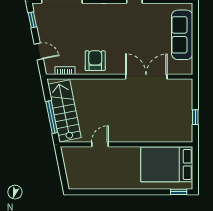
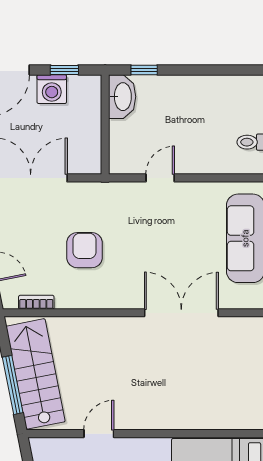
armchair: (95, 61) -> (84, 250), moved

